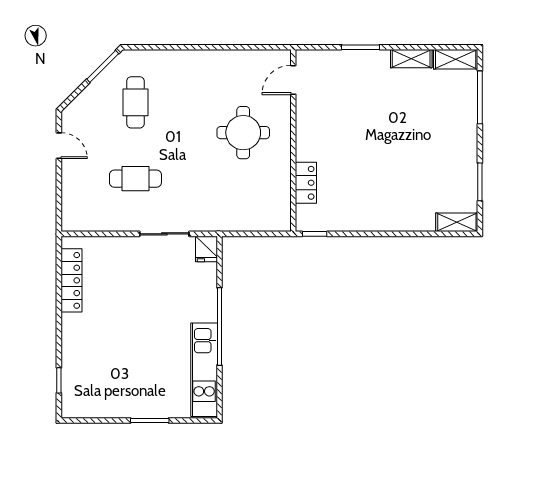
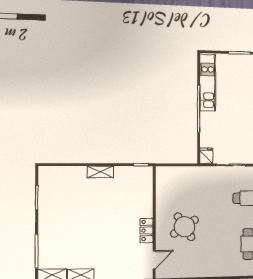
round table: (243, 133) -> (184, 227), turned -33
locker: (306, 183) -> (146, 230), moved
shelving: (457, 222) -> (100, 172), moved

